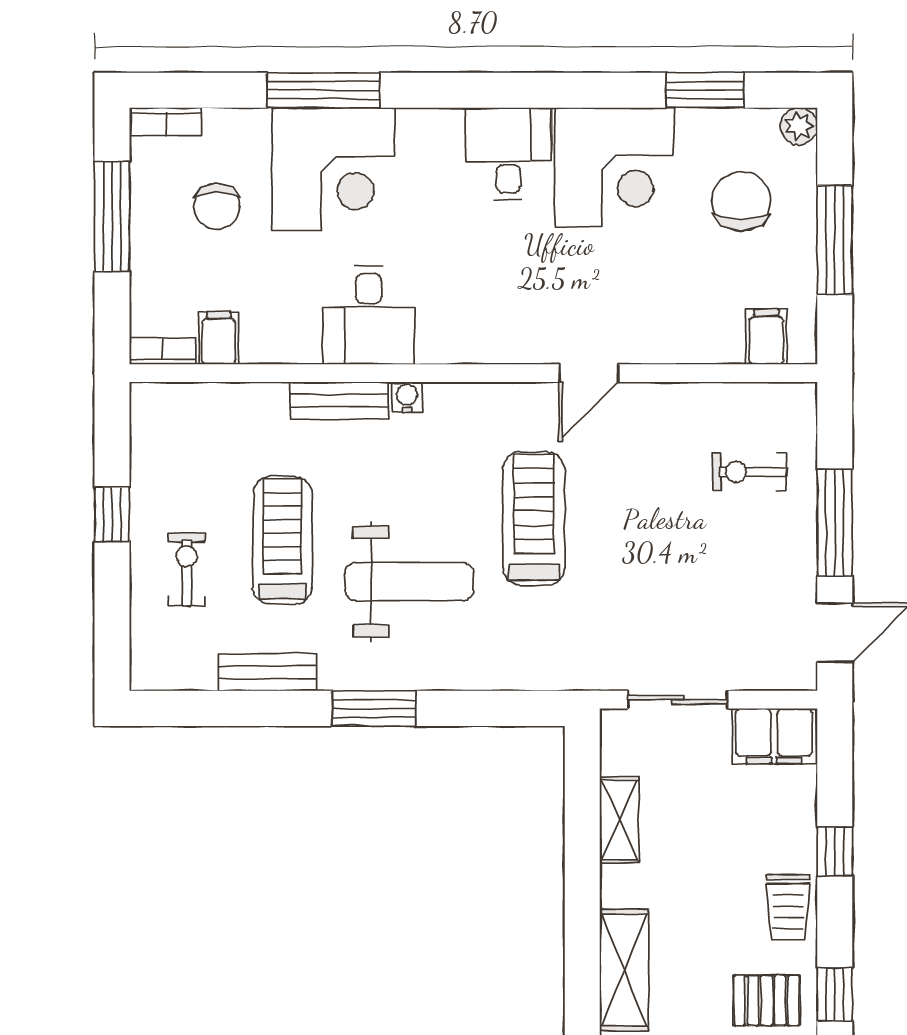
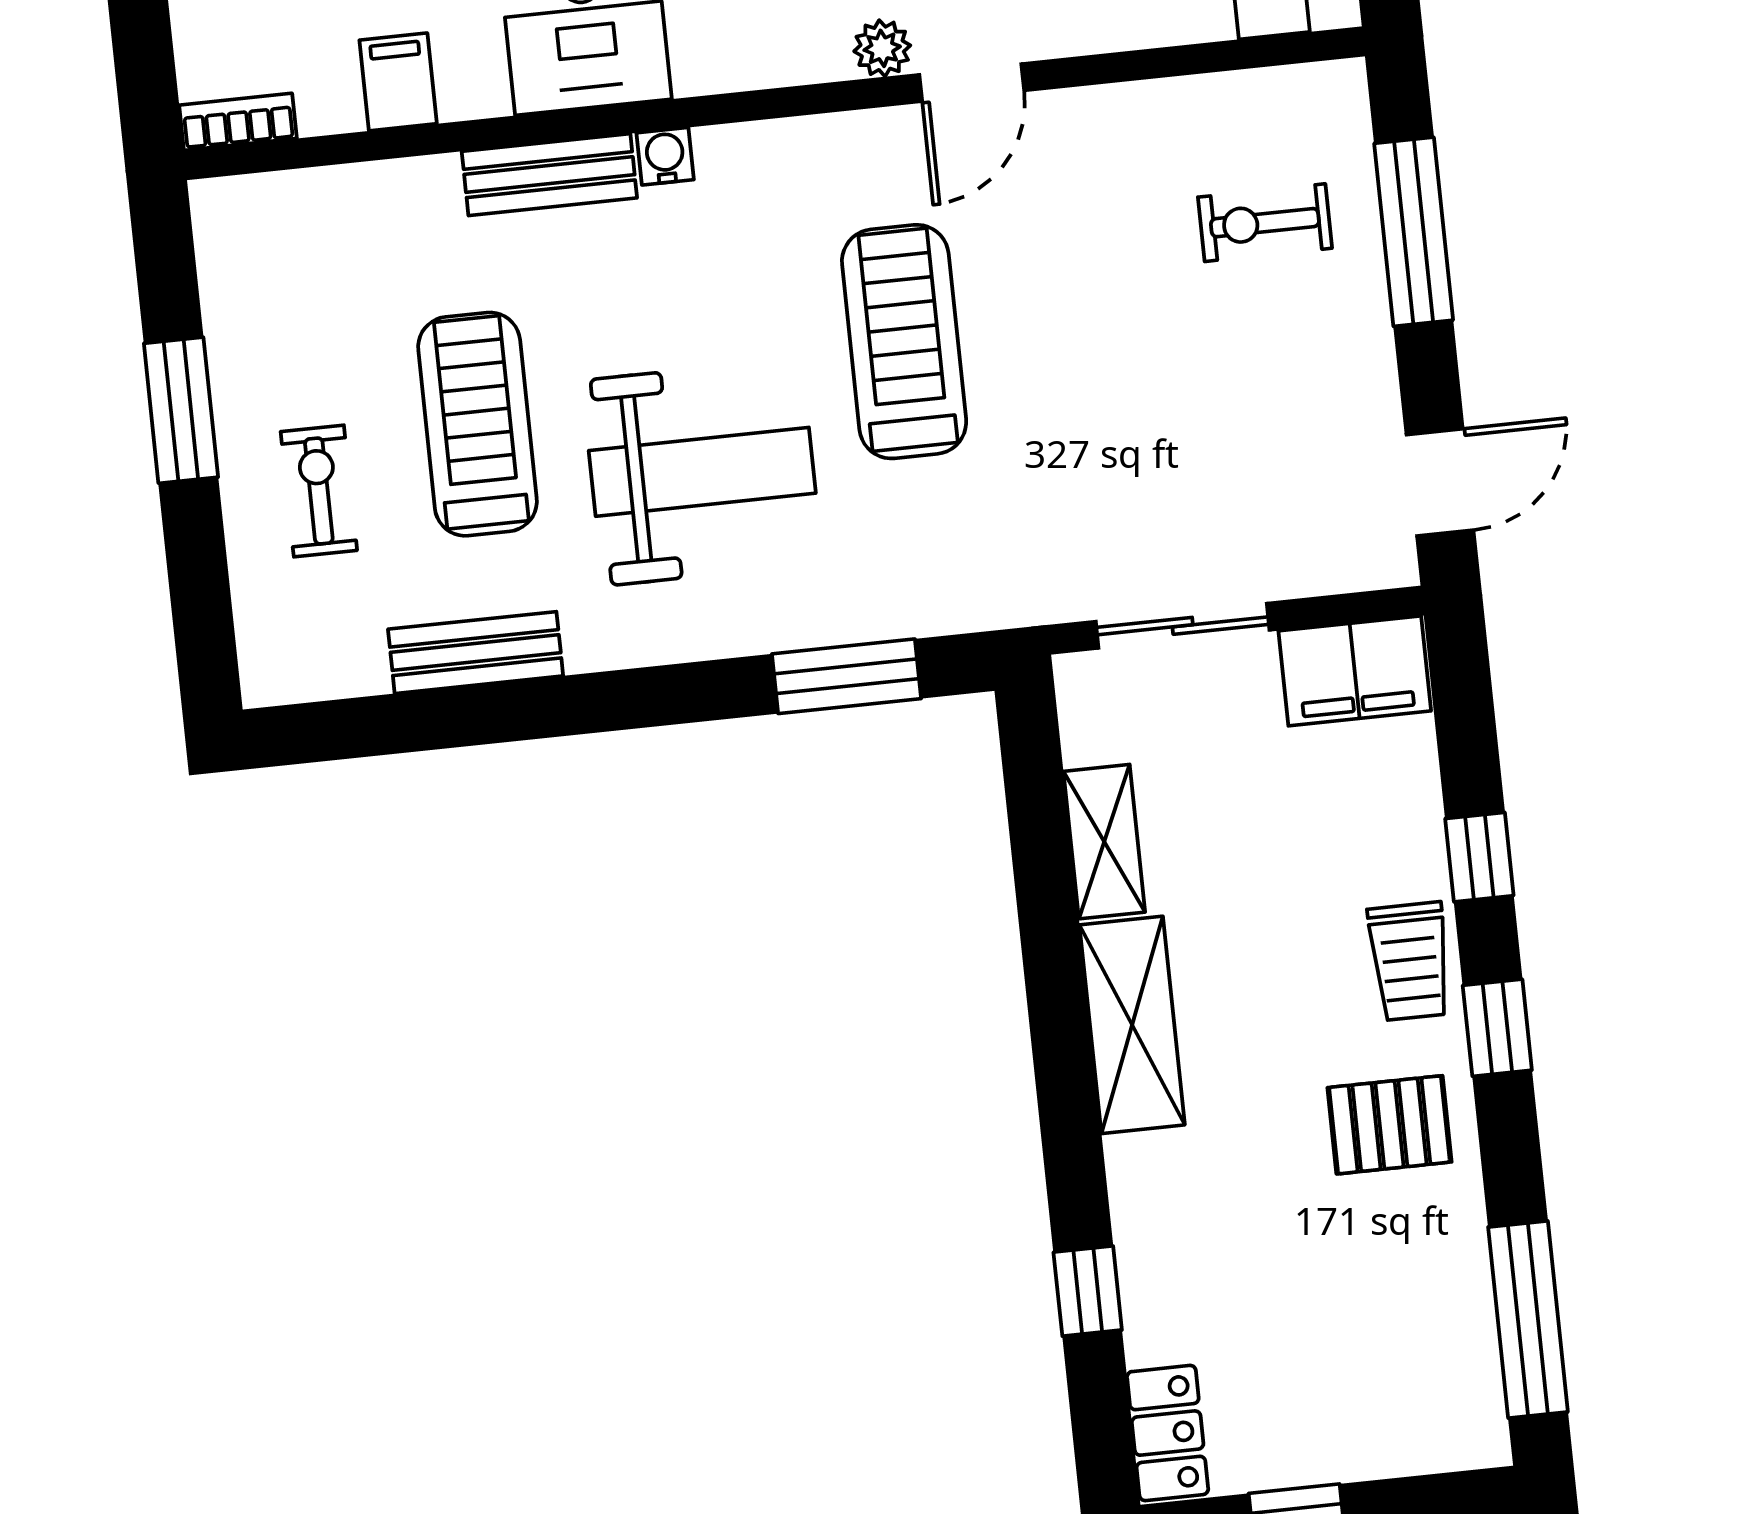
filing cabinet: (219, 338) -> (398, 82), moved
plant: (539, 348) -> (882, 48), added
window: (112, 514) -> (181, 410), width x1.50
window: (835, 523) -> (1414, 232), moved
window: (374, 708) -> (847, 676), moved
shelving: (624, 970) -> (1132, 1025), moved
window: (835, 994) -> (1497, 1028), moved

